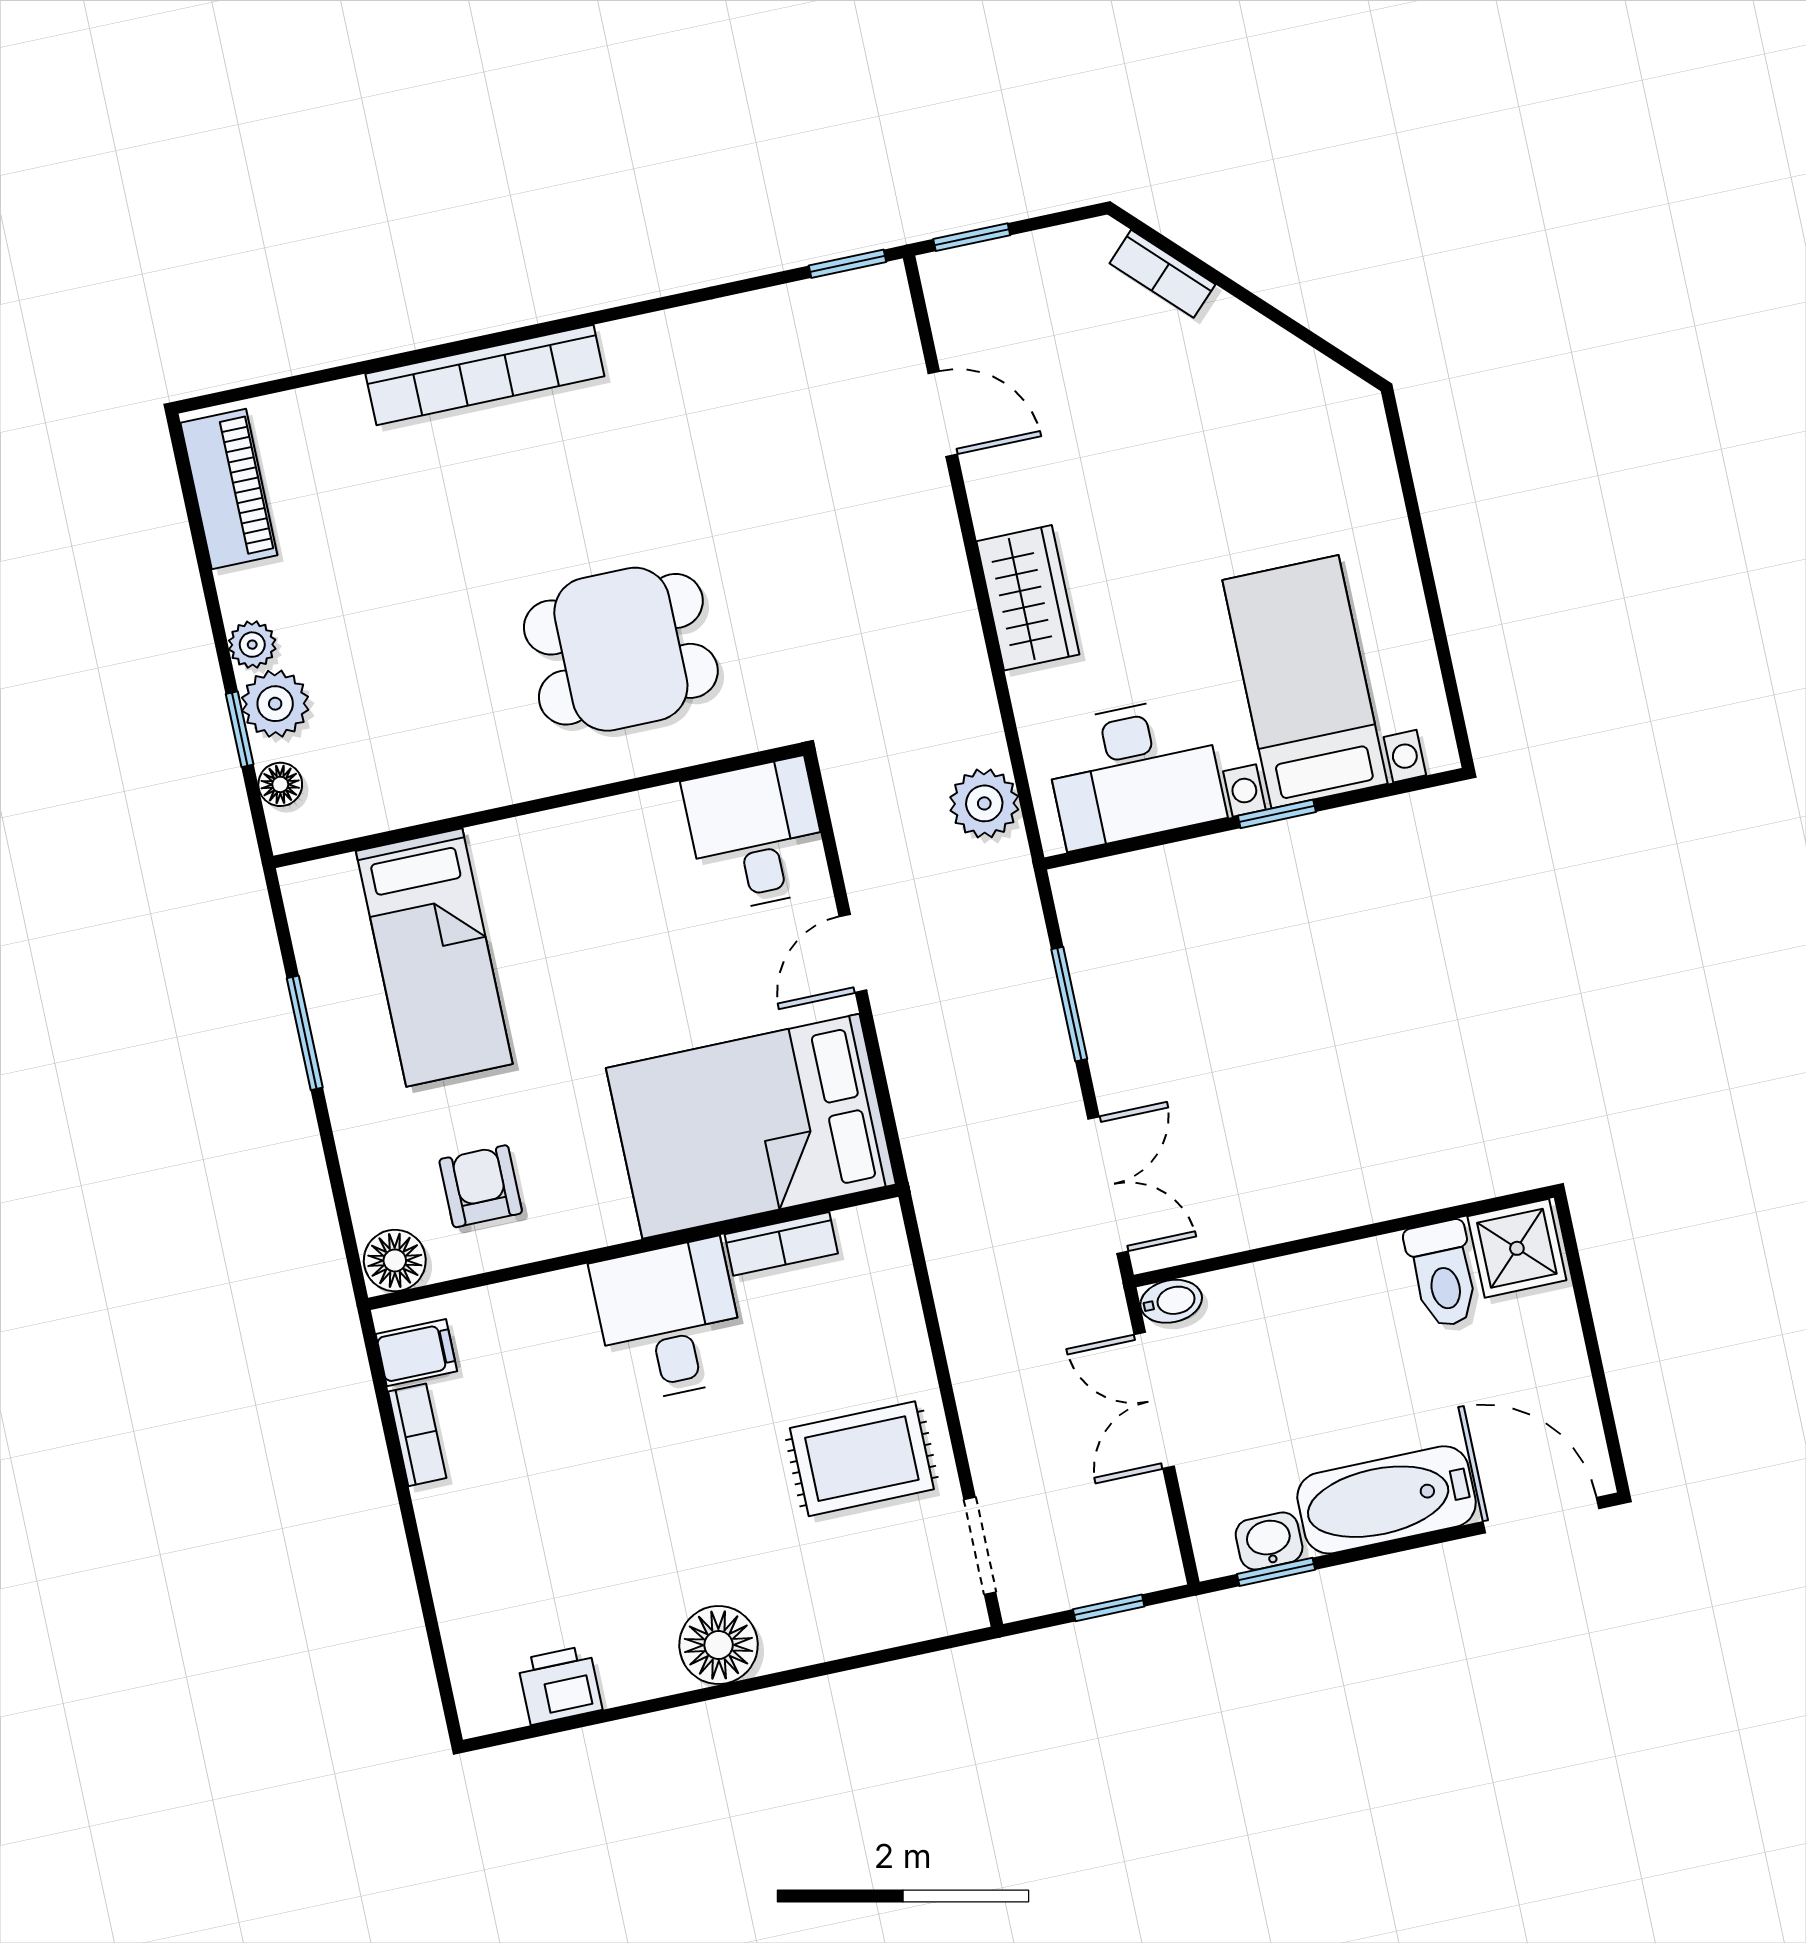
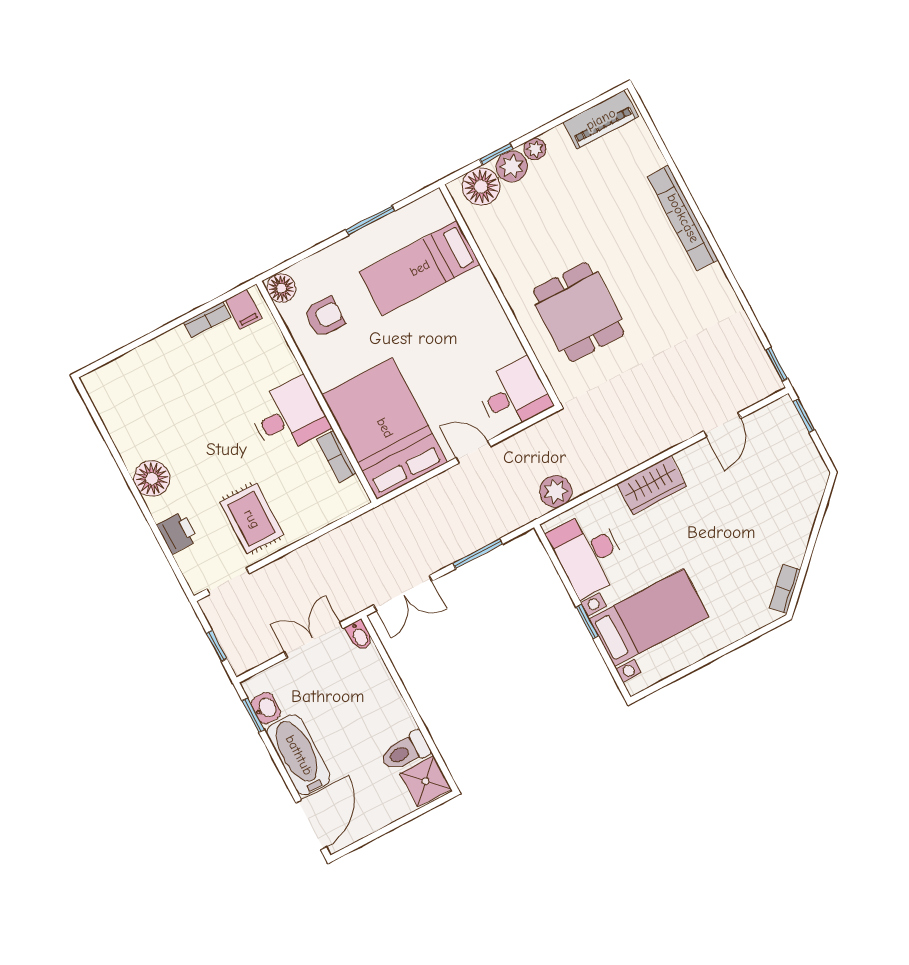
bookcase: (1162, 274) -> (785, 589), moved
floor lamp: (280, 784) -> (481, 187), width x1.89, depth x1.89
printer: (560, 1685) -> (177, 533), moved

